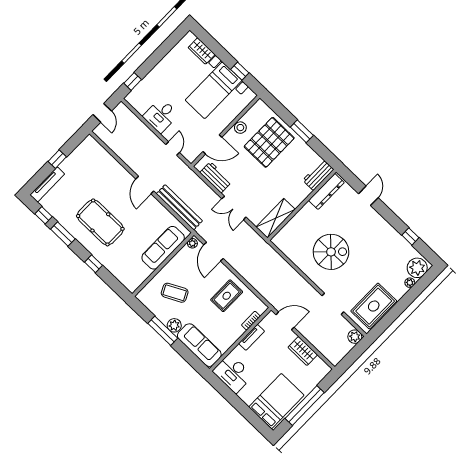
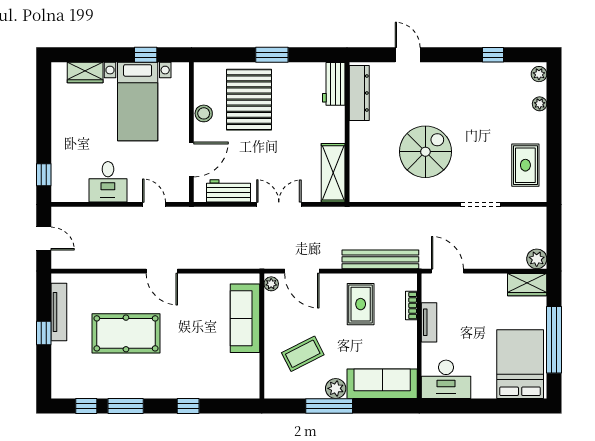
tv unit: (47, 184) -> (59, 312), moved
bench: (179, 207) -> (380, 259), moved
double door: (234, 208) -> (279, 204), swing flipped
pool table: (100, 222) -> (126, 333), moved
plant: (417, 268) -> (539, 74), width x0.53, depth x0.53
rug: (374, 306) -> (525, 165), width x0.73, depth x0.70
door: (285, 321) -> (447, 271), hinge flipped
plant: (355, 337) -> (537, 259), moved
wardrobe: (303, 351) -> (527, 285), moved

